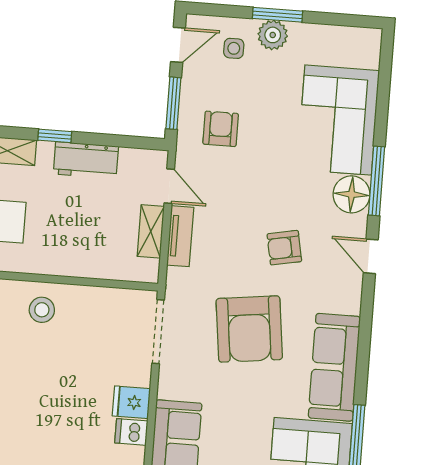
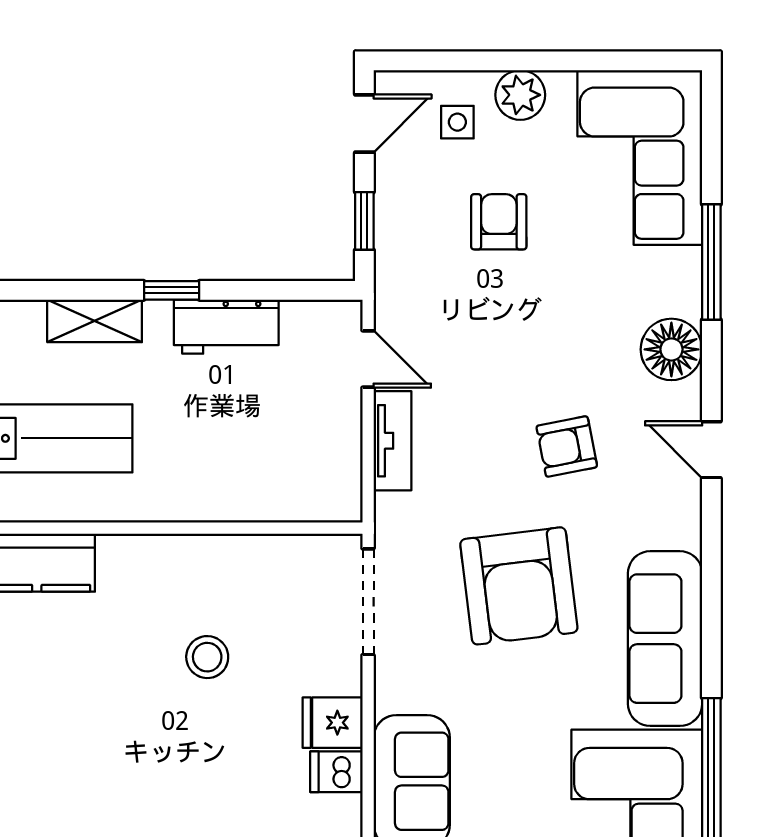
window: (277, 15) -> (526, 61), removed
window: (173, 103) -> (364, 221), width x0.67
corner sofa: (338, 120) -> (640, 157), moved
armchair: (221, 129) -> (499, 222), moved
window: (377, 181) -> (711, 262), moved
shelving: (151, 231) -> (343, 437), removed
stool: (42, 310) -> (207, 657), moved

